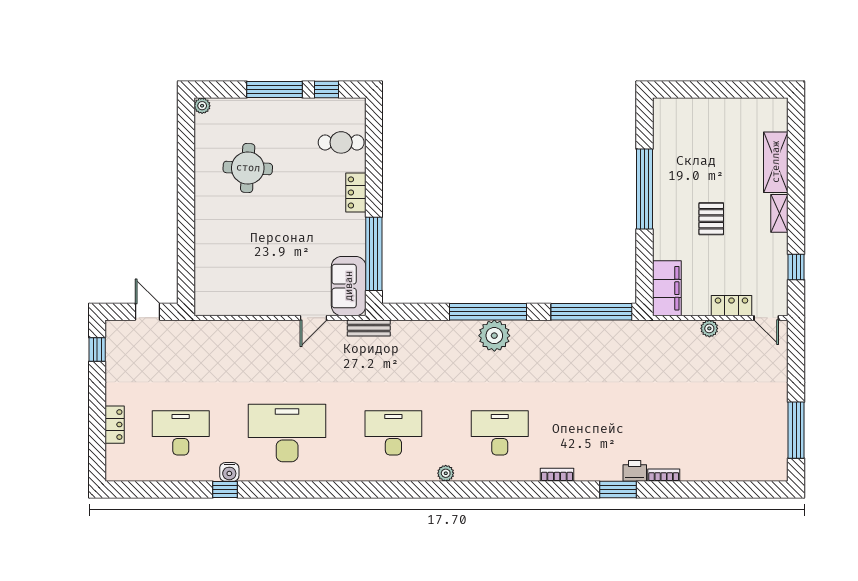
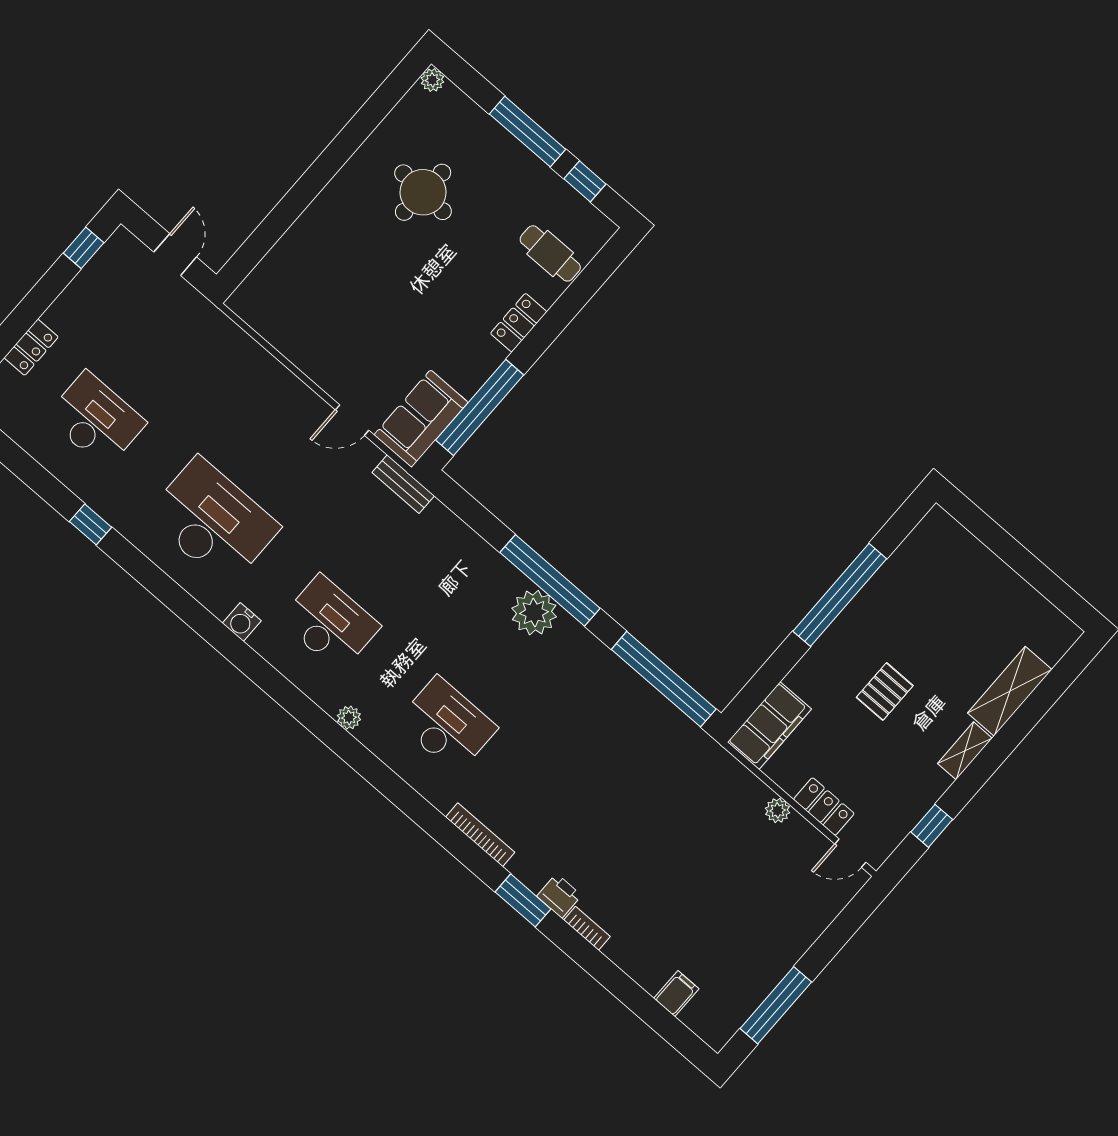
door: (766, 318) -> (850, 853), hinge flipped
filing cabinet: (739, 469) -> (676, 994), added
water cooler: (229, 472) -> (242, 622), moved
bookcase: (557, 475) -> (480, 835), width x1.56

